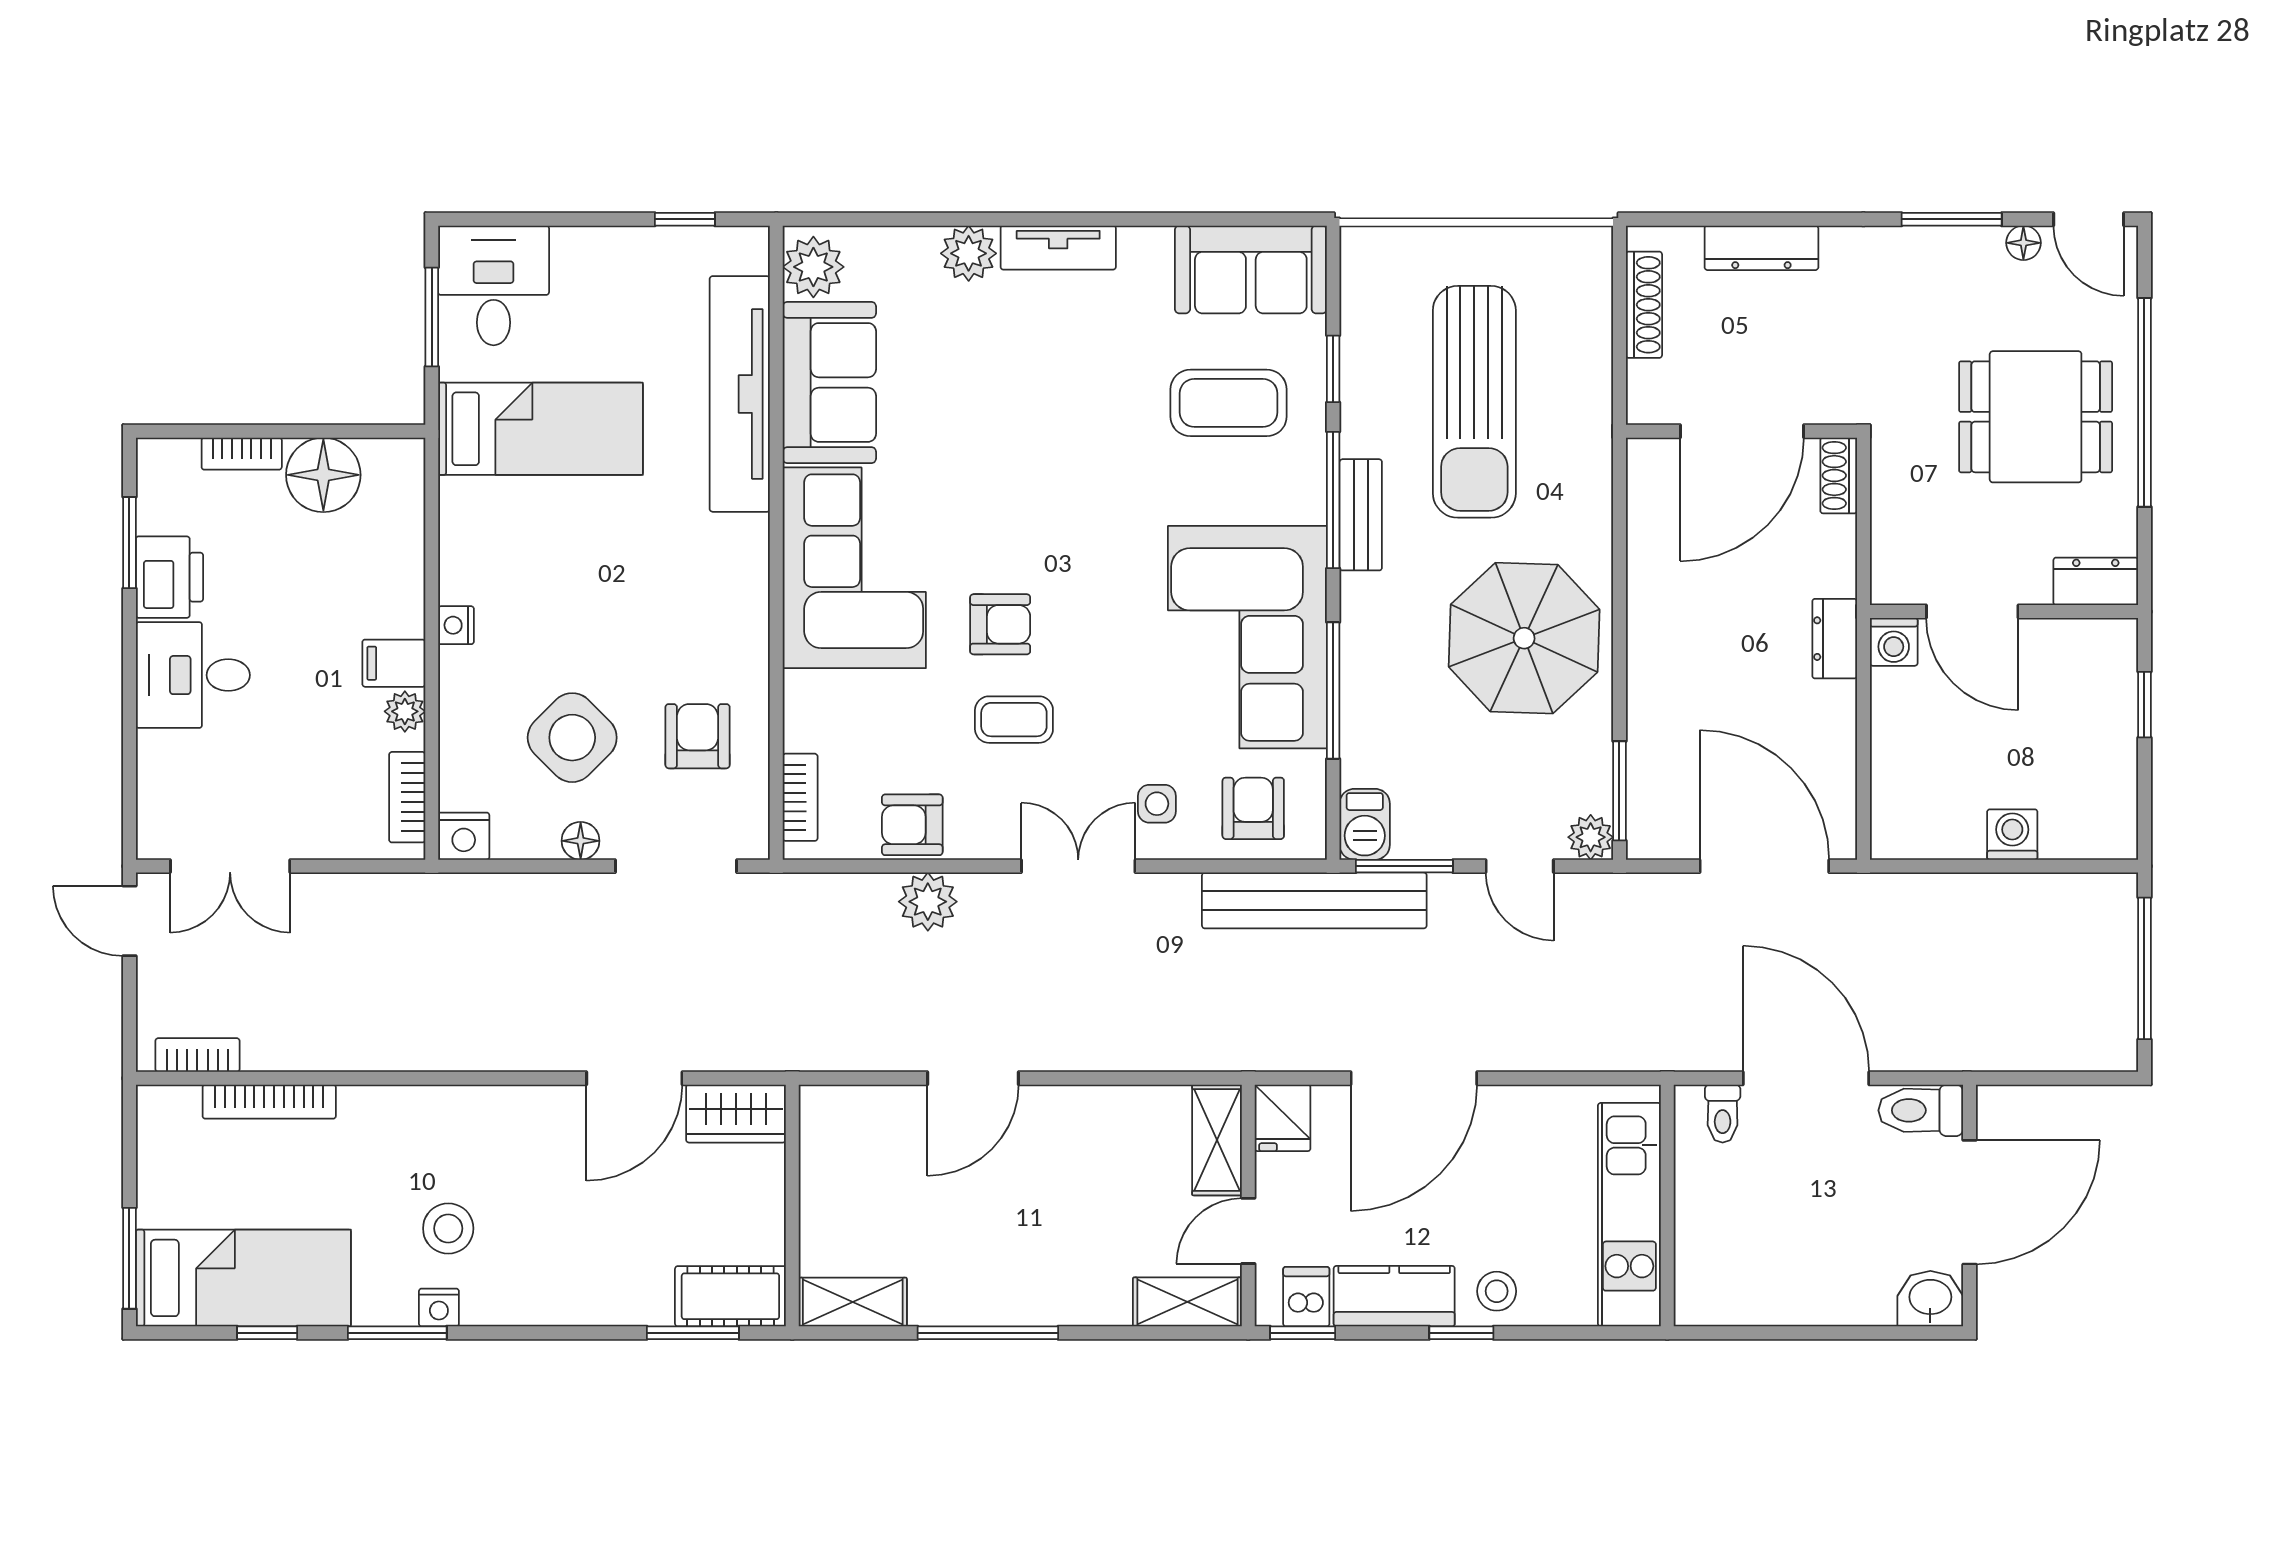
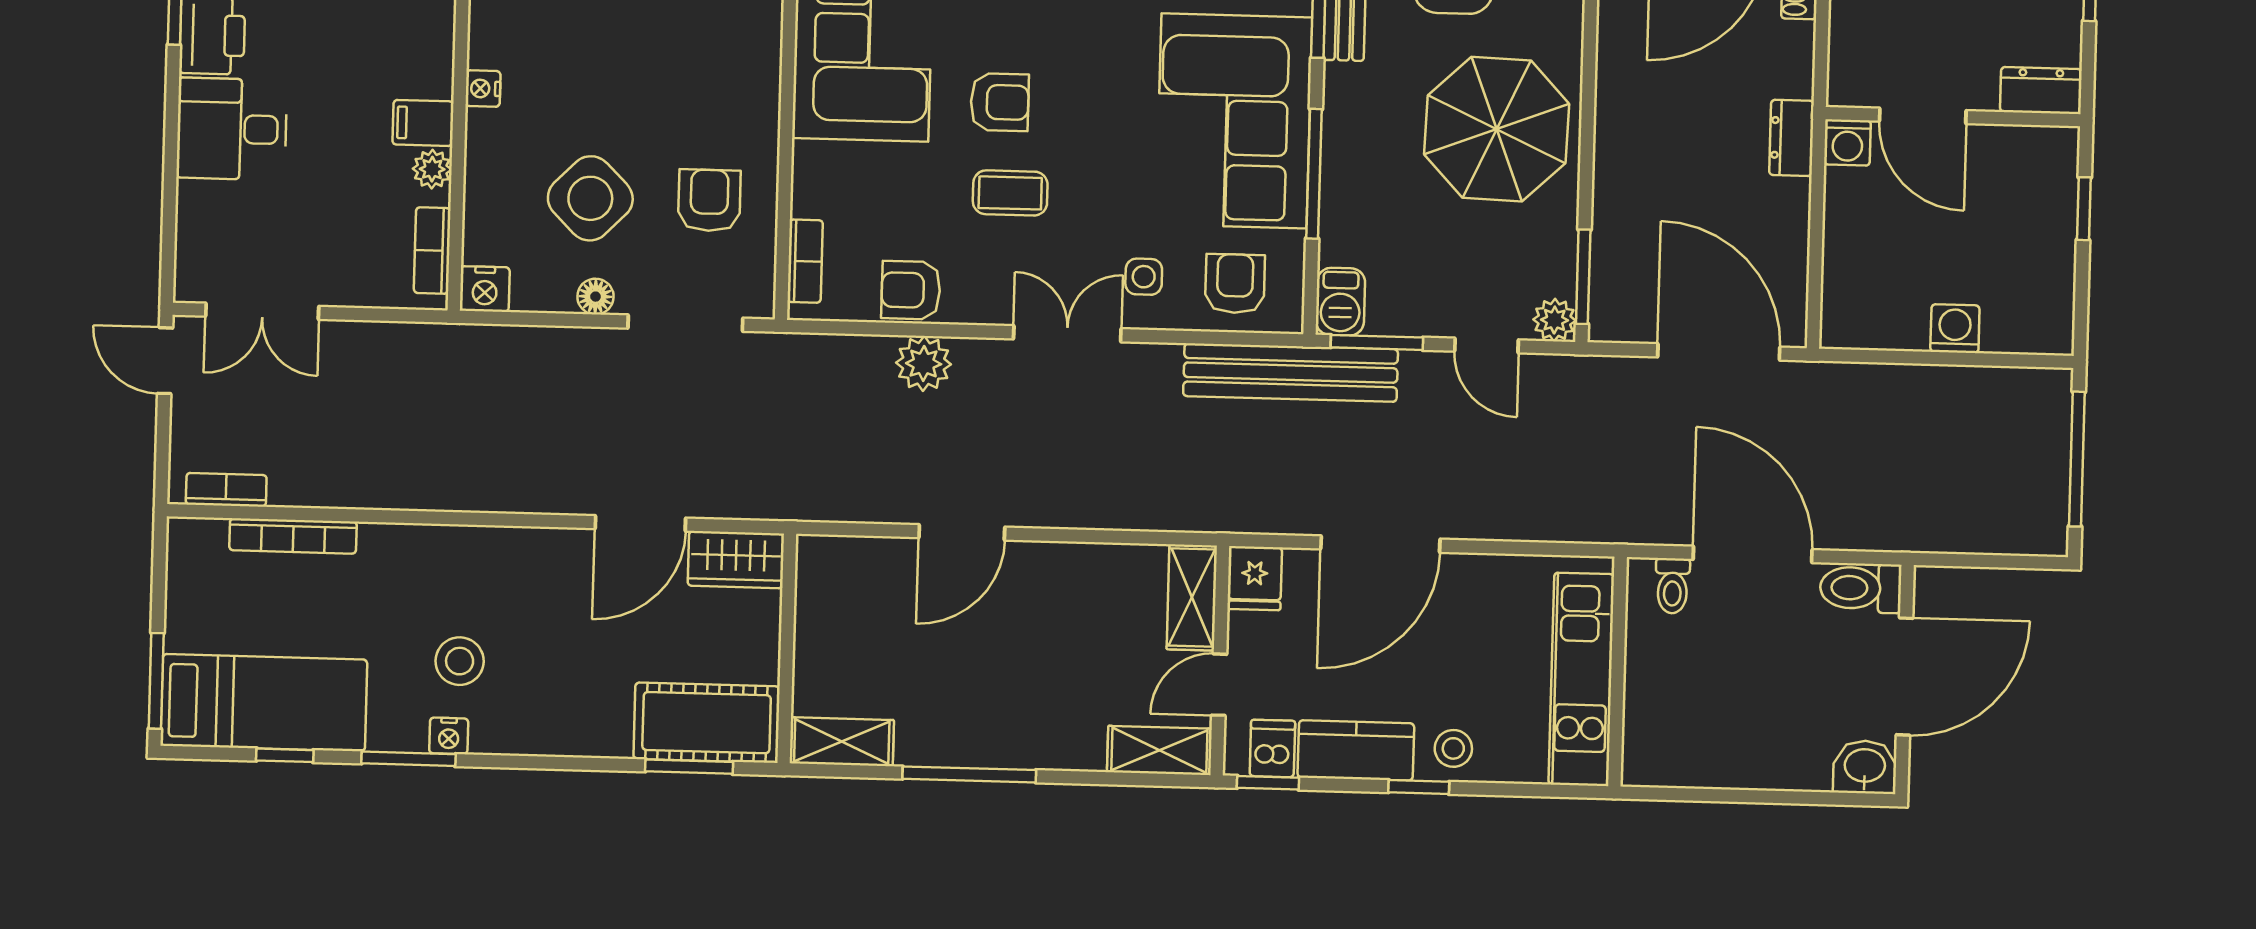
cot: (730, 1296) -> (707, 723), width x1.37, depth x1.34

